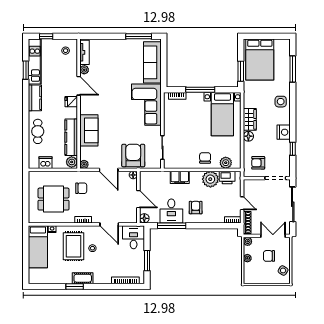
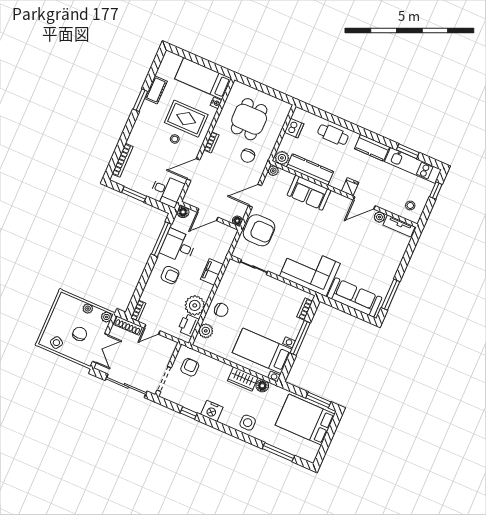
window: (241, 71) -> (318, 400), moved
floor lamp: (248, 136) -> (262, 386), moved
cot: (83, 278) -> (156, 90), moved

